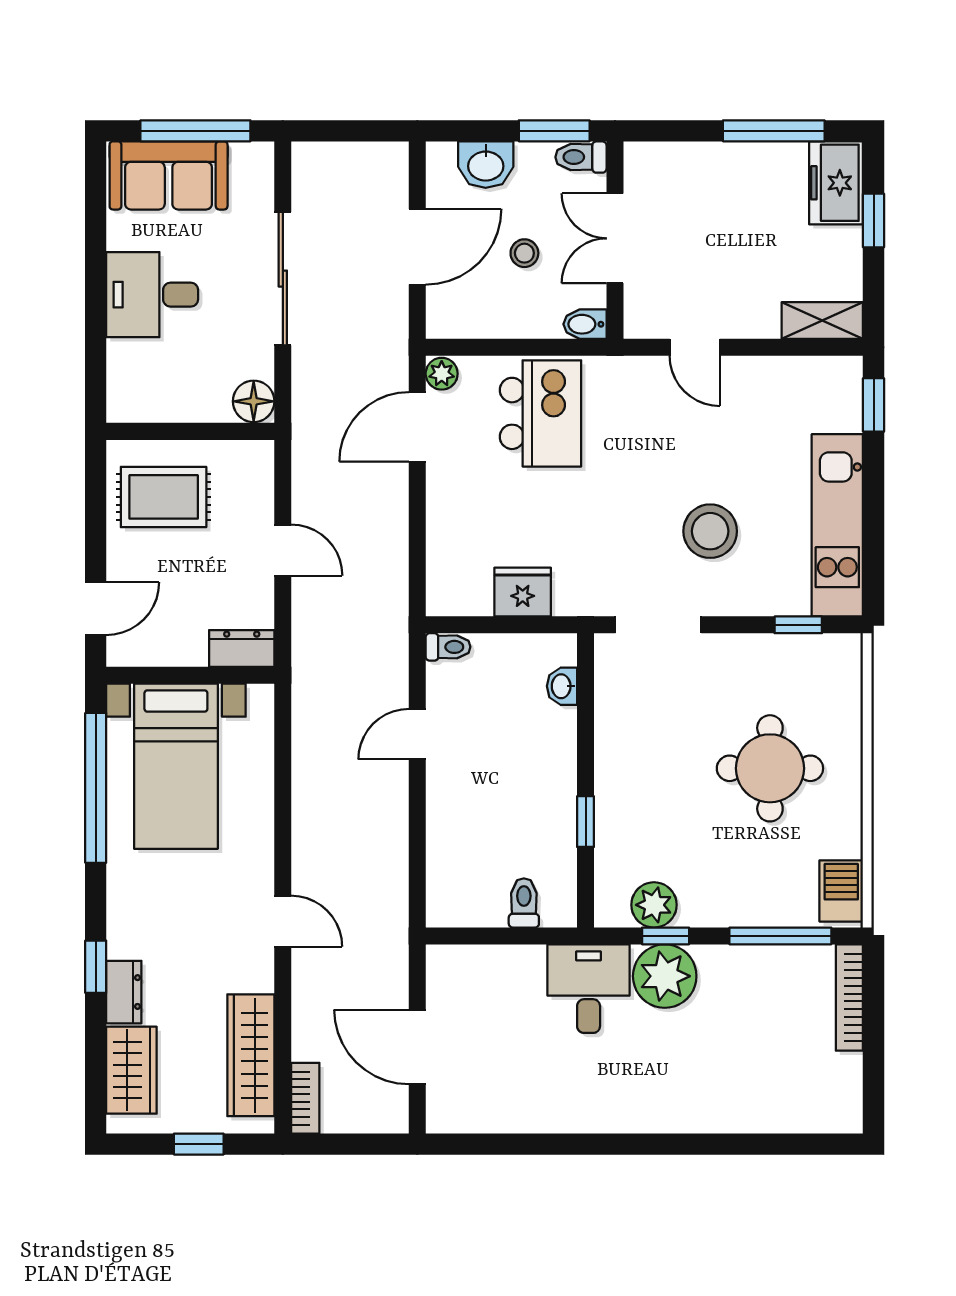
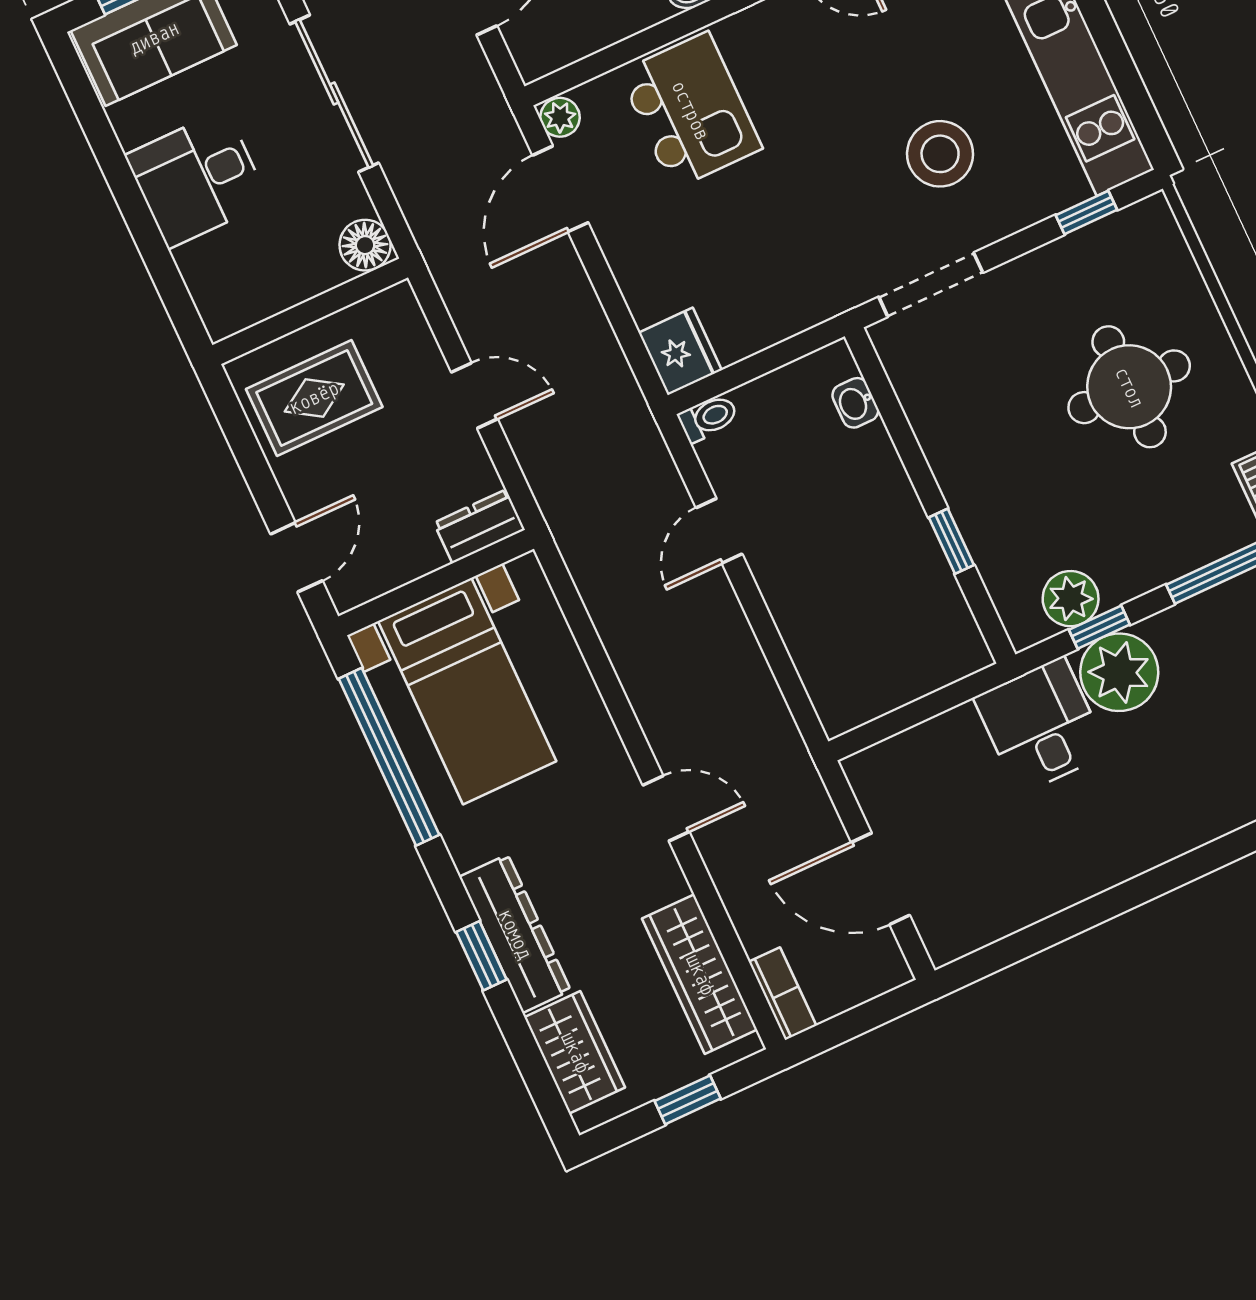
fridge: (523, 592) -> (680, 351), moved, turned 90
toilet: (524, 903) -> (925, 664), removed
dresser: (124, 992) -> (515, 934), width x1.96, depth x1.24

